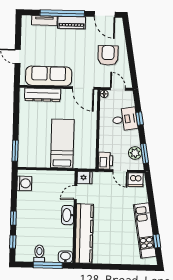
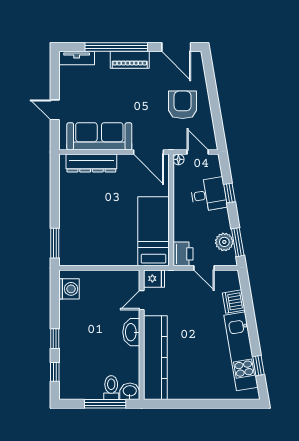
tv unit: (44, 21) -> (77, 58), moved
bed: (62, 144) -> (154, 231), moved
dishwasher: (136, 180) -> (234, 302), moved, turned 80
toilet: (39, 254) -> (111, 388), moved

